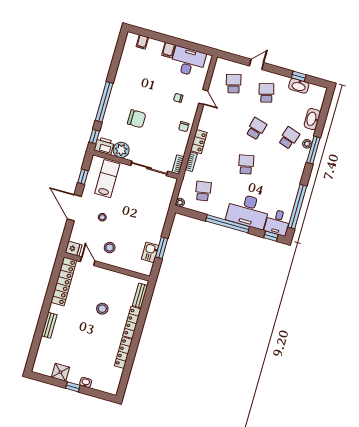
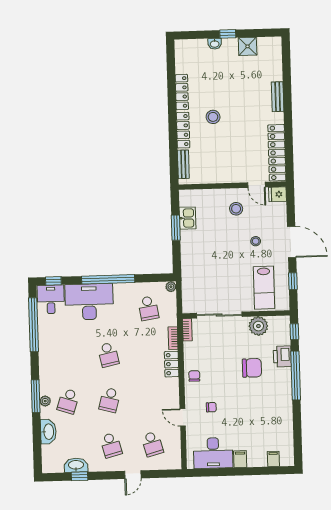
chair: (137, 119) -> (252, 368), turned 180
printer: (104, 146) -> (282, 356), moved, turned 90
stool: (102, 309) -> (213, 117), moved

